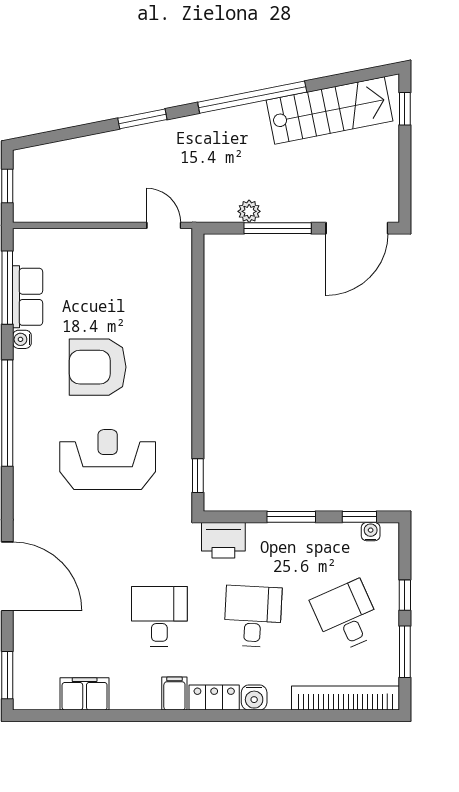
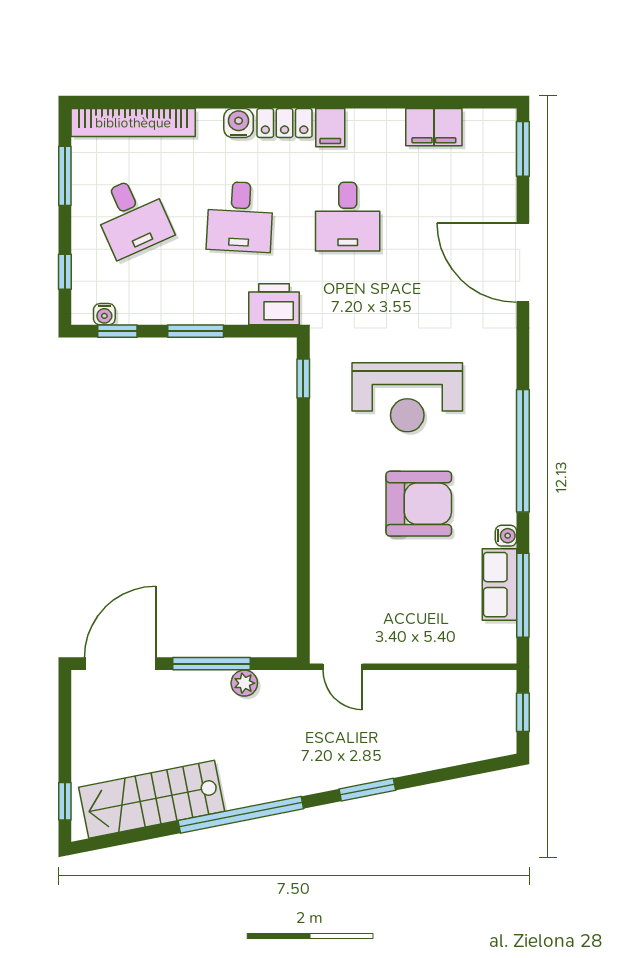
window: (405, 595) -> (65, 272), moved

